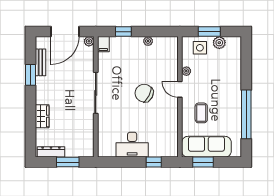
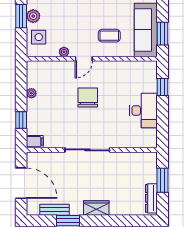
window: (209, 32) -> (21, 16), moved
plant: (89, 41) -> (32, 157), removed
chair: (144, 93) -> (88, 98), turned 153
wardrobe: (42, 116) -> (96, 208), moved

